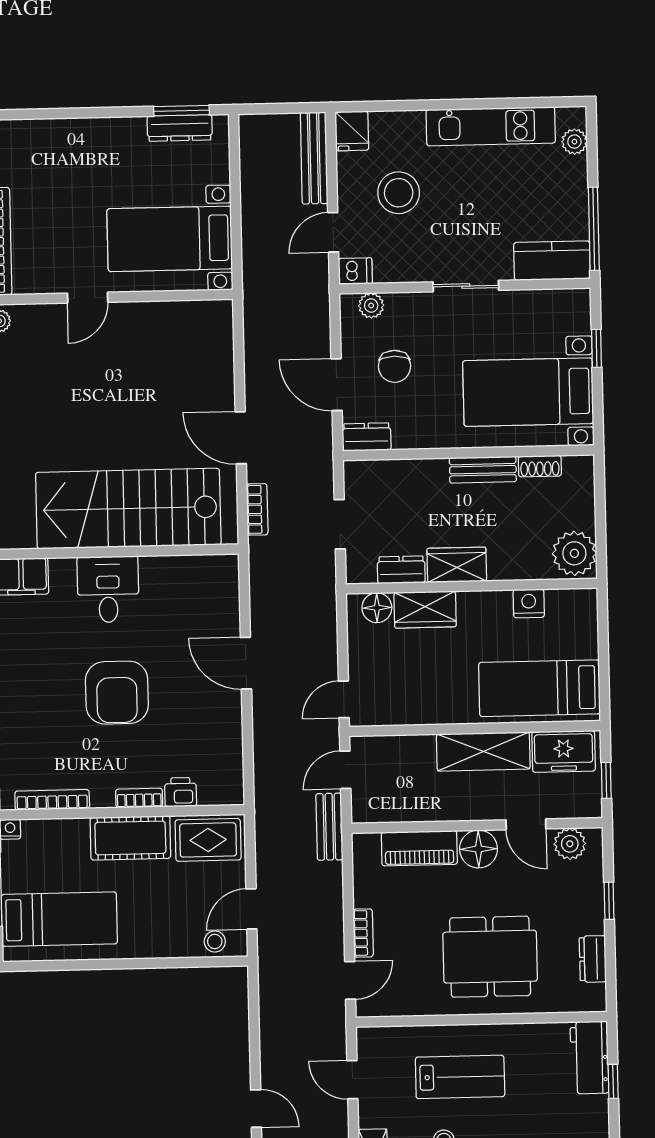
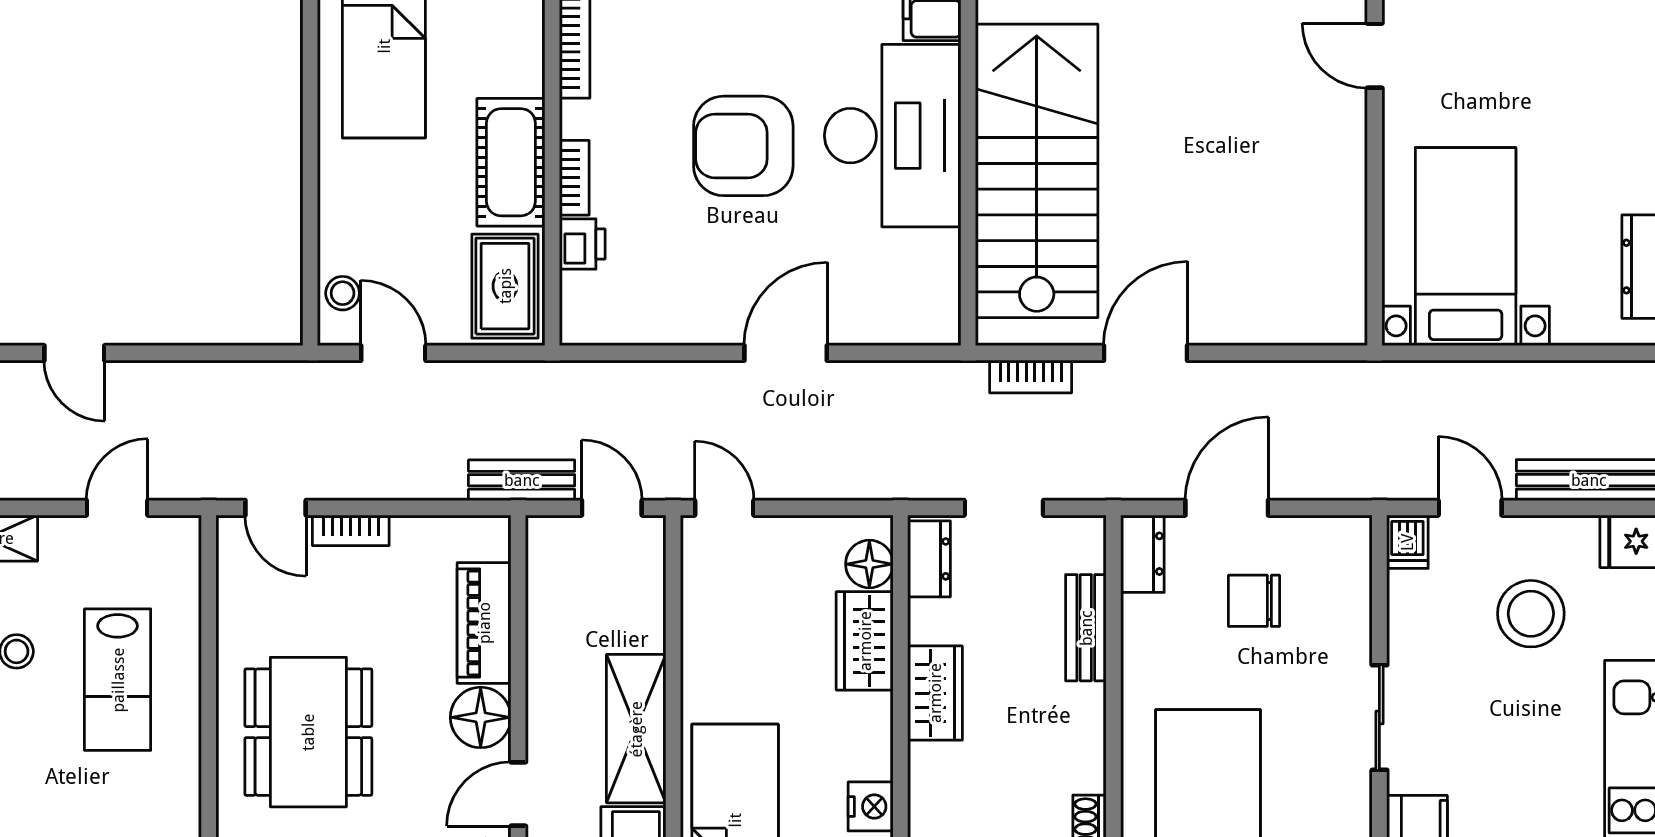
door: (88, 298) -> (1375, 56), moved
plant: (371, 306) -> (1352, 566), removed
bench: (483, 470) -> (1086, 628), moved
dresser: (401, 570) -> (929, 559), moved
desk: (108, 589) -> (893, 136), width x1.87, depth x1.30
door: (256, 1109) -> (74, 353), hinge flipped

